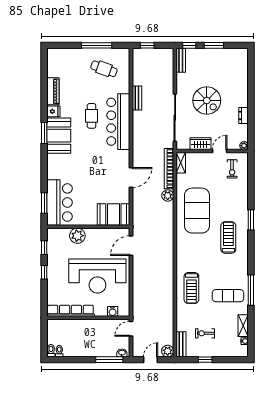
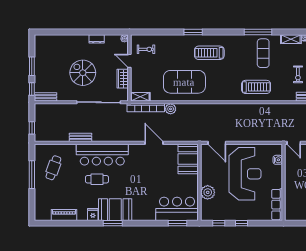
piano: (53, 91) -> (64, 215), moved
spiral stairs: (207, 101) -> (83, 73), turned -90
row of seats: (70, 311) -> (277, 205), width x0.73

